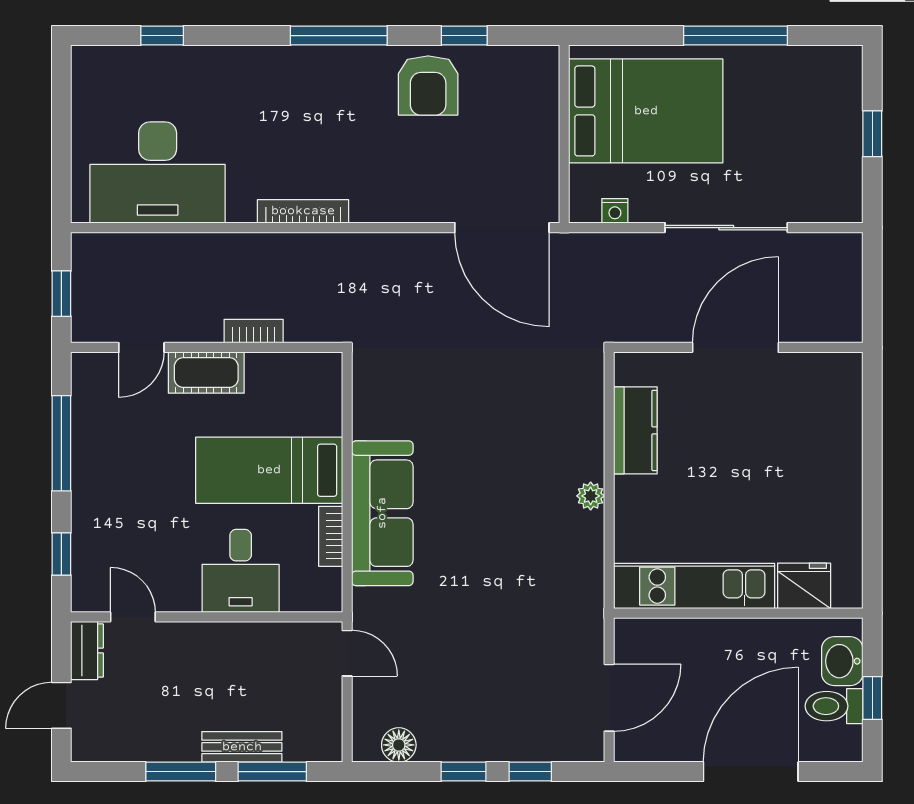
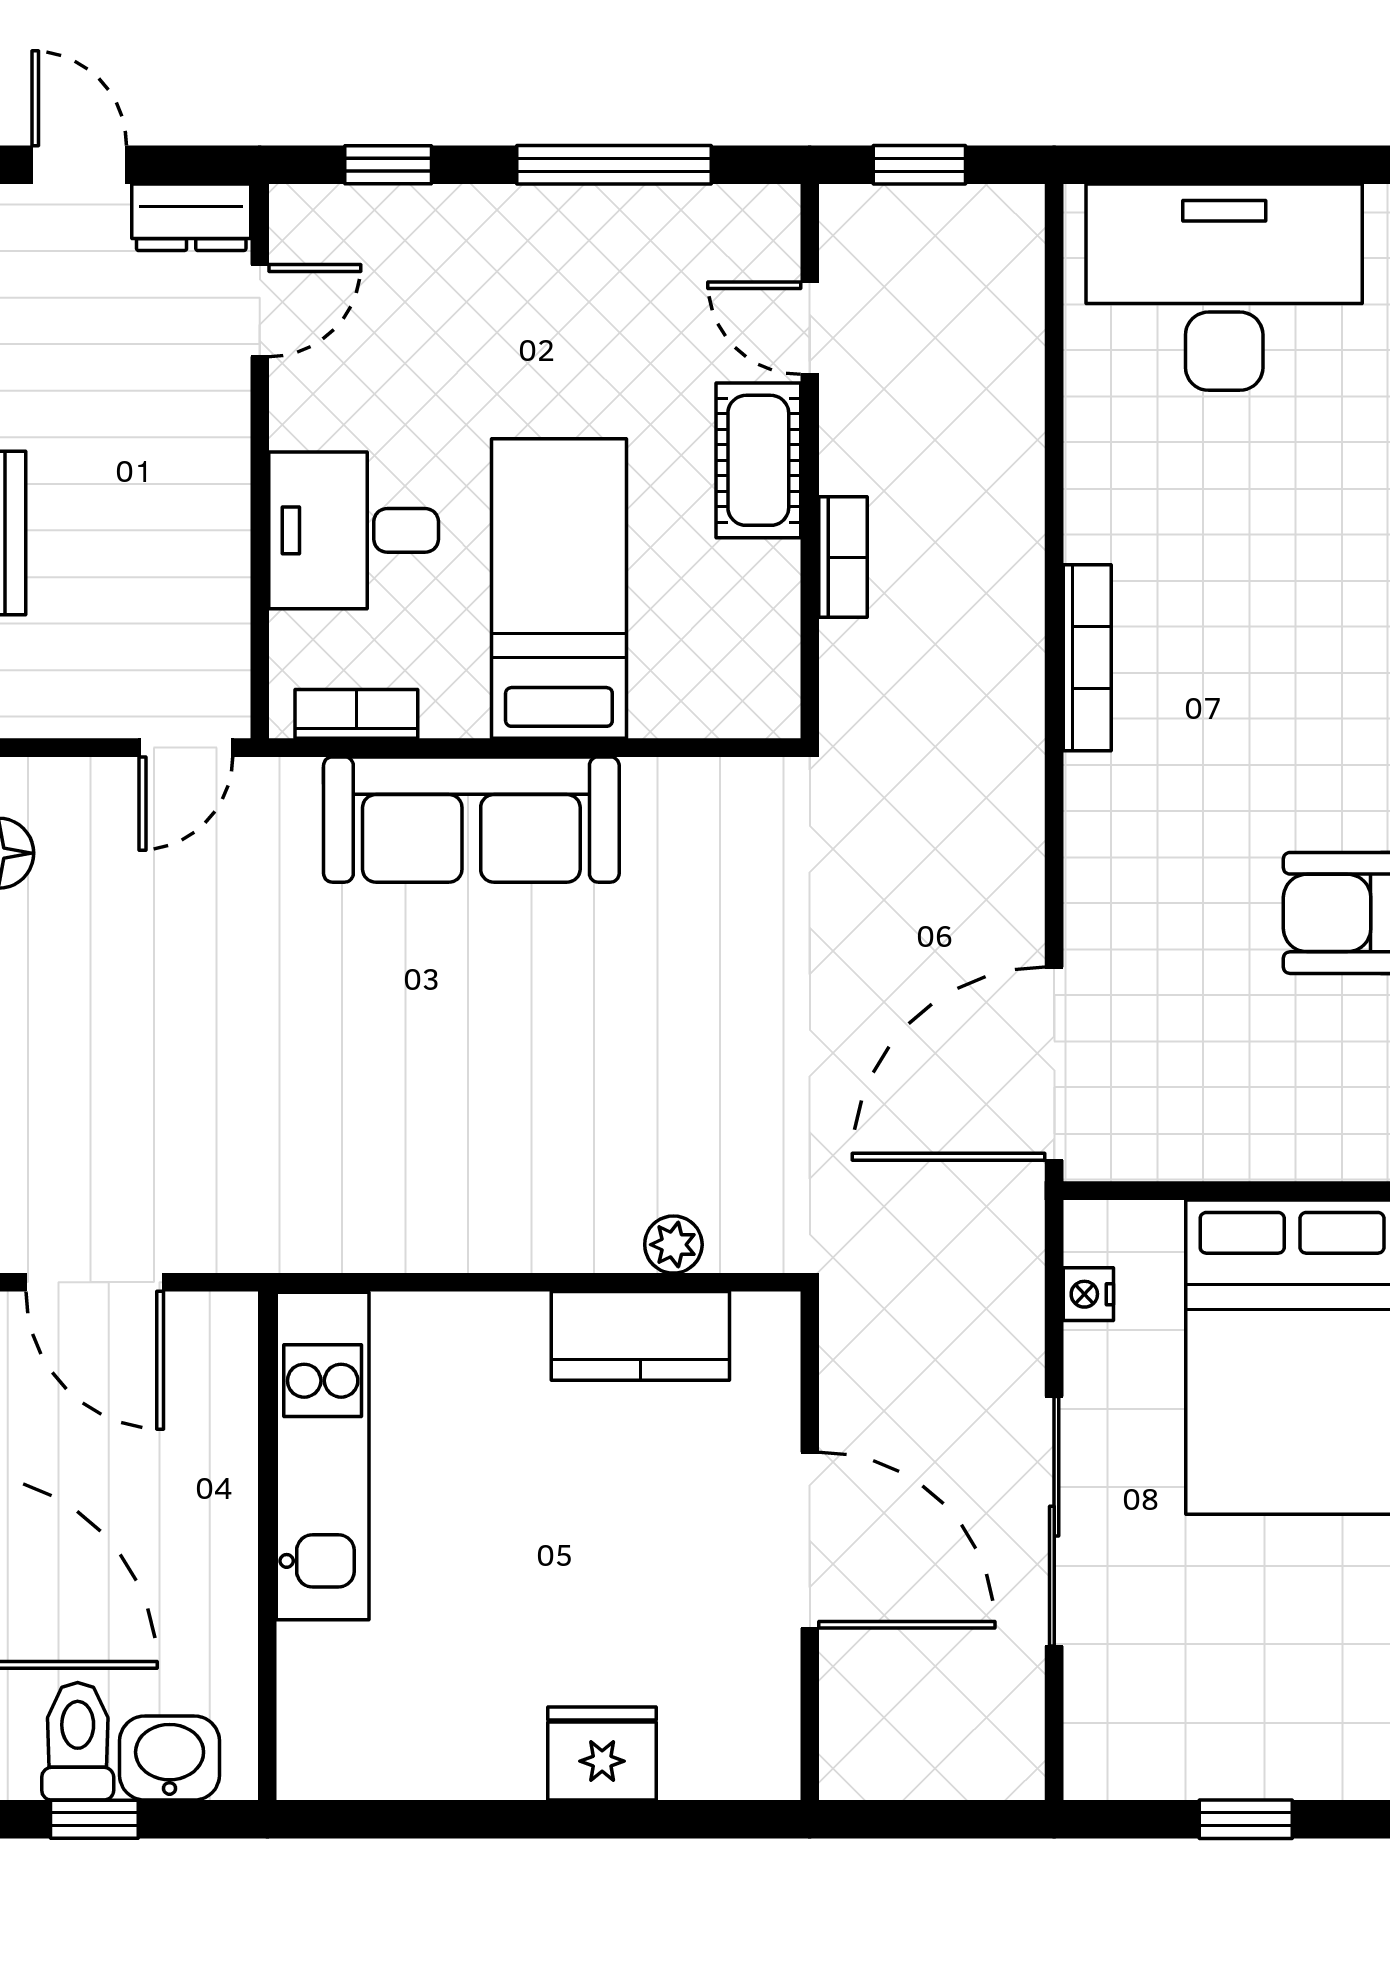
desk: (158, 172) -> (1224, 287), moved, turned 90
plant: (591, 496) -> (673, 1245), moved
bookcase: (331, 536) -> (356, 714), moved
fridge: (804, 586) -> (602, 1754), moved, turned -90

